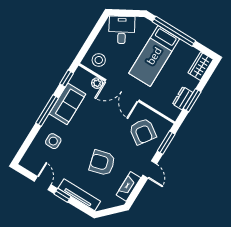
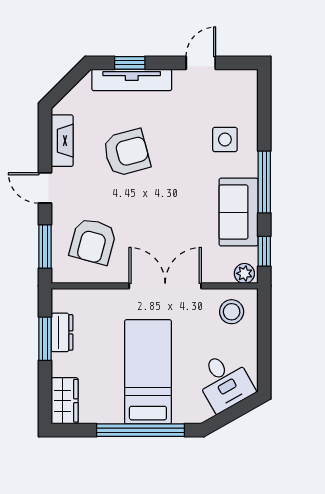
plant: (97, 83) -> (244, 273), moved
armchair: (143, 131) -> (93, 241), turned -110
door: (43, 183) -> (201, 63), swing flipped
window: (62, 195) -> (130, 63), moved

